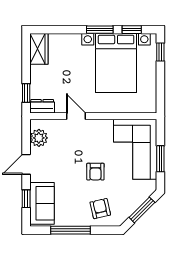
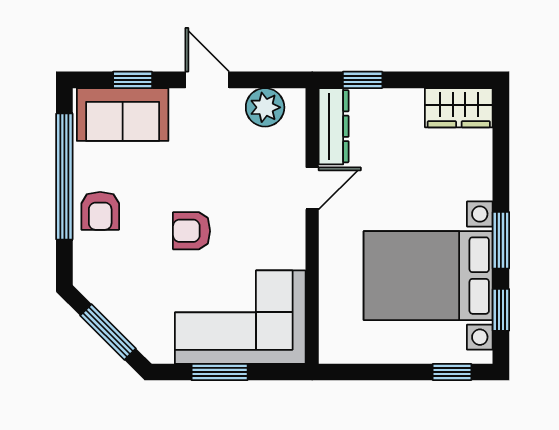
dresser: (42, 106) -> (334, 126), width x1.44
armchair: (100, 209) -> (100, 211), moved, turned 103
window: (71, 230) -> (64, 176), width x1.46

